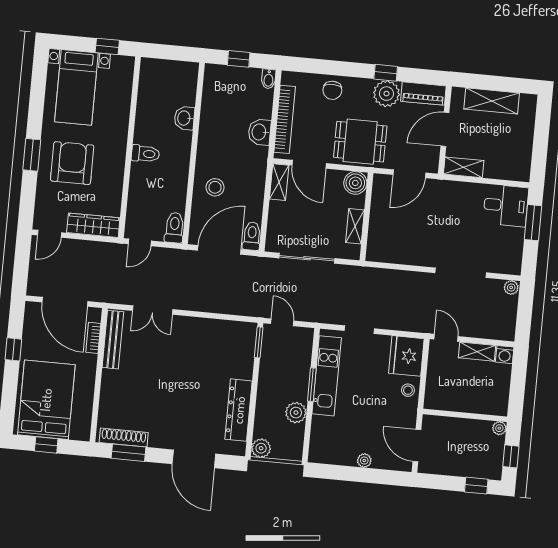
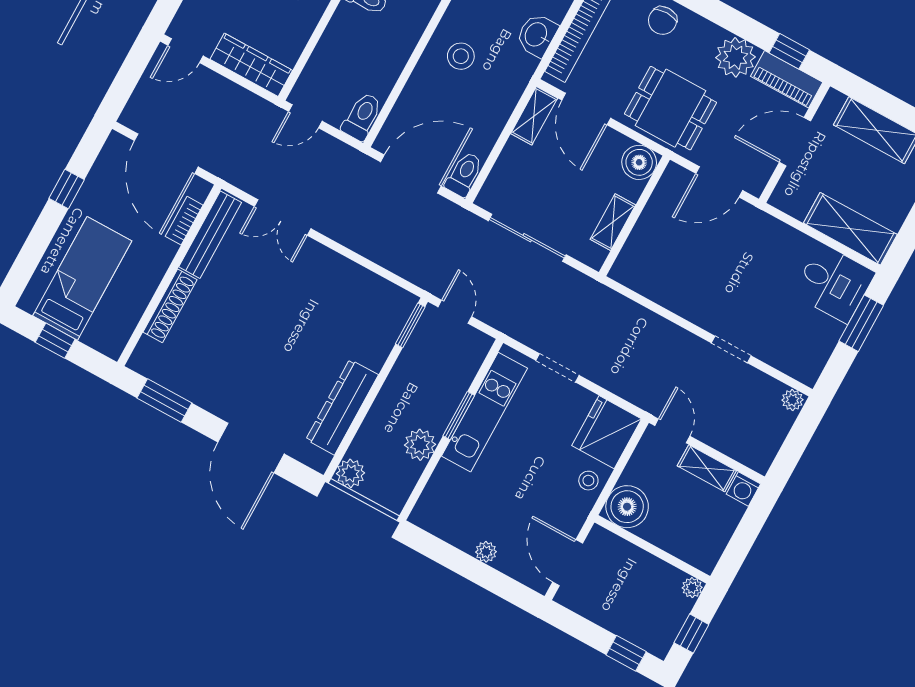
window: (386, 73) -> (789, 51), moved
shelving: (464, 167) -> (850, 229), moved, width x1.50, depth x1.33
stool: (215, 187) -> (461, 56), moved
doorway: (461, 273) -> (731, 349), width x0.53
boiler: (438, 396) -> (627, 507), added
bed: (46, 400) -> (82, 278), width x0.67
shoe rack: (124, 437) -> (170, 306), moved, turned 90

